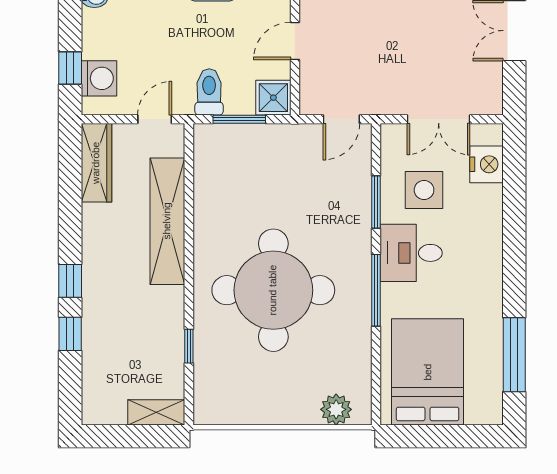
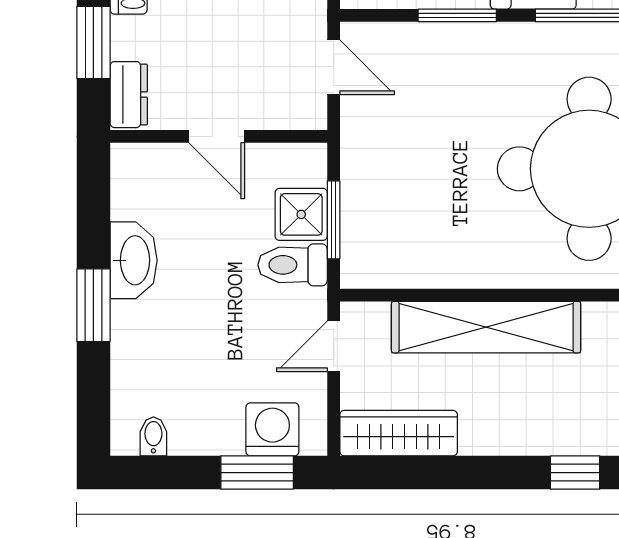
window: (70, 68) -> (257, 473), width x1.50
shower: (273, 98) -> (301, 214), moved
door: (155, 119) -> (334, 346), hinge flipped

